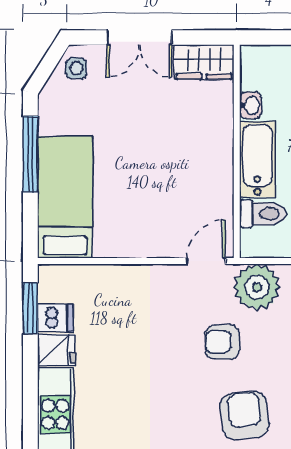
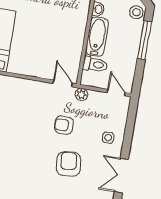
door: (206, 261) -> (63, 83), hinge flipped
plant: (257, 287) -> (81, 94), width x0.53, depth x0.53

